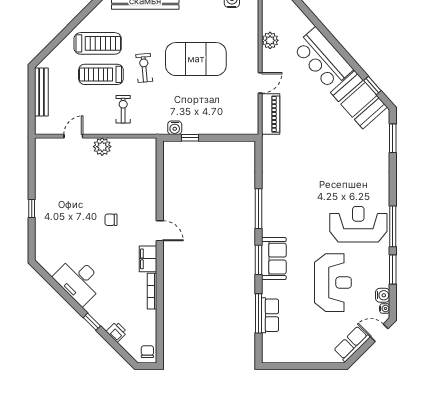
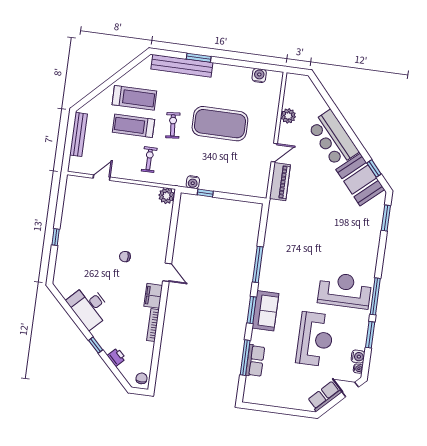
plant: (102, 147) -> (167, 196), moved

